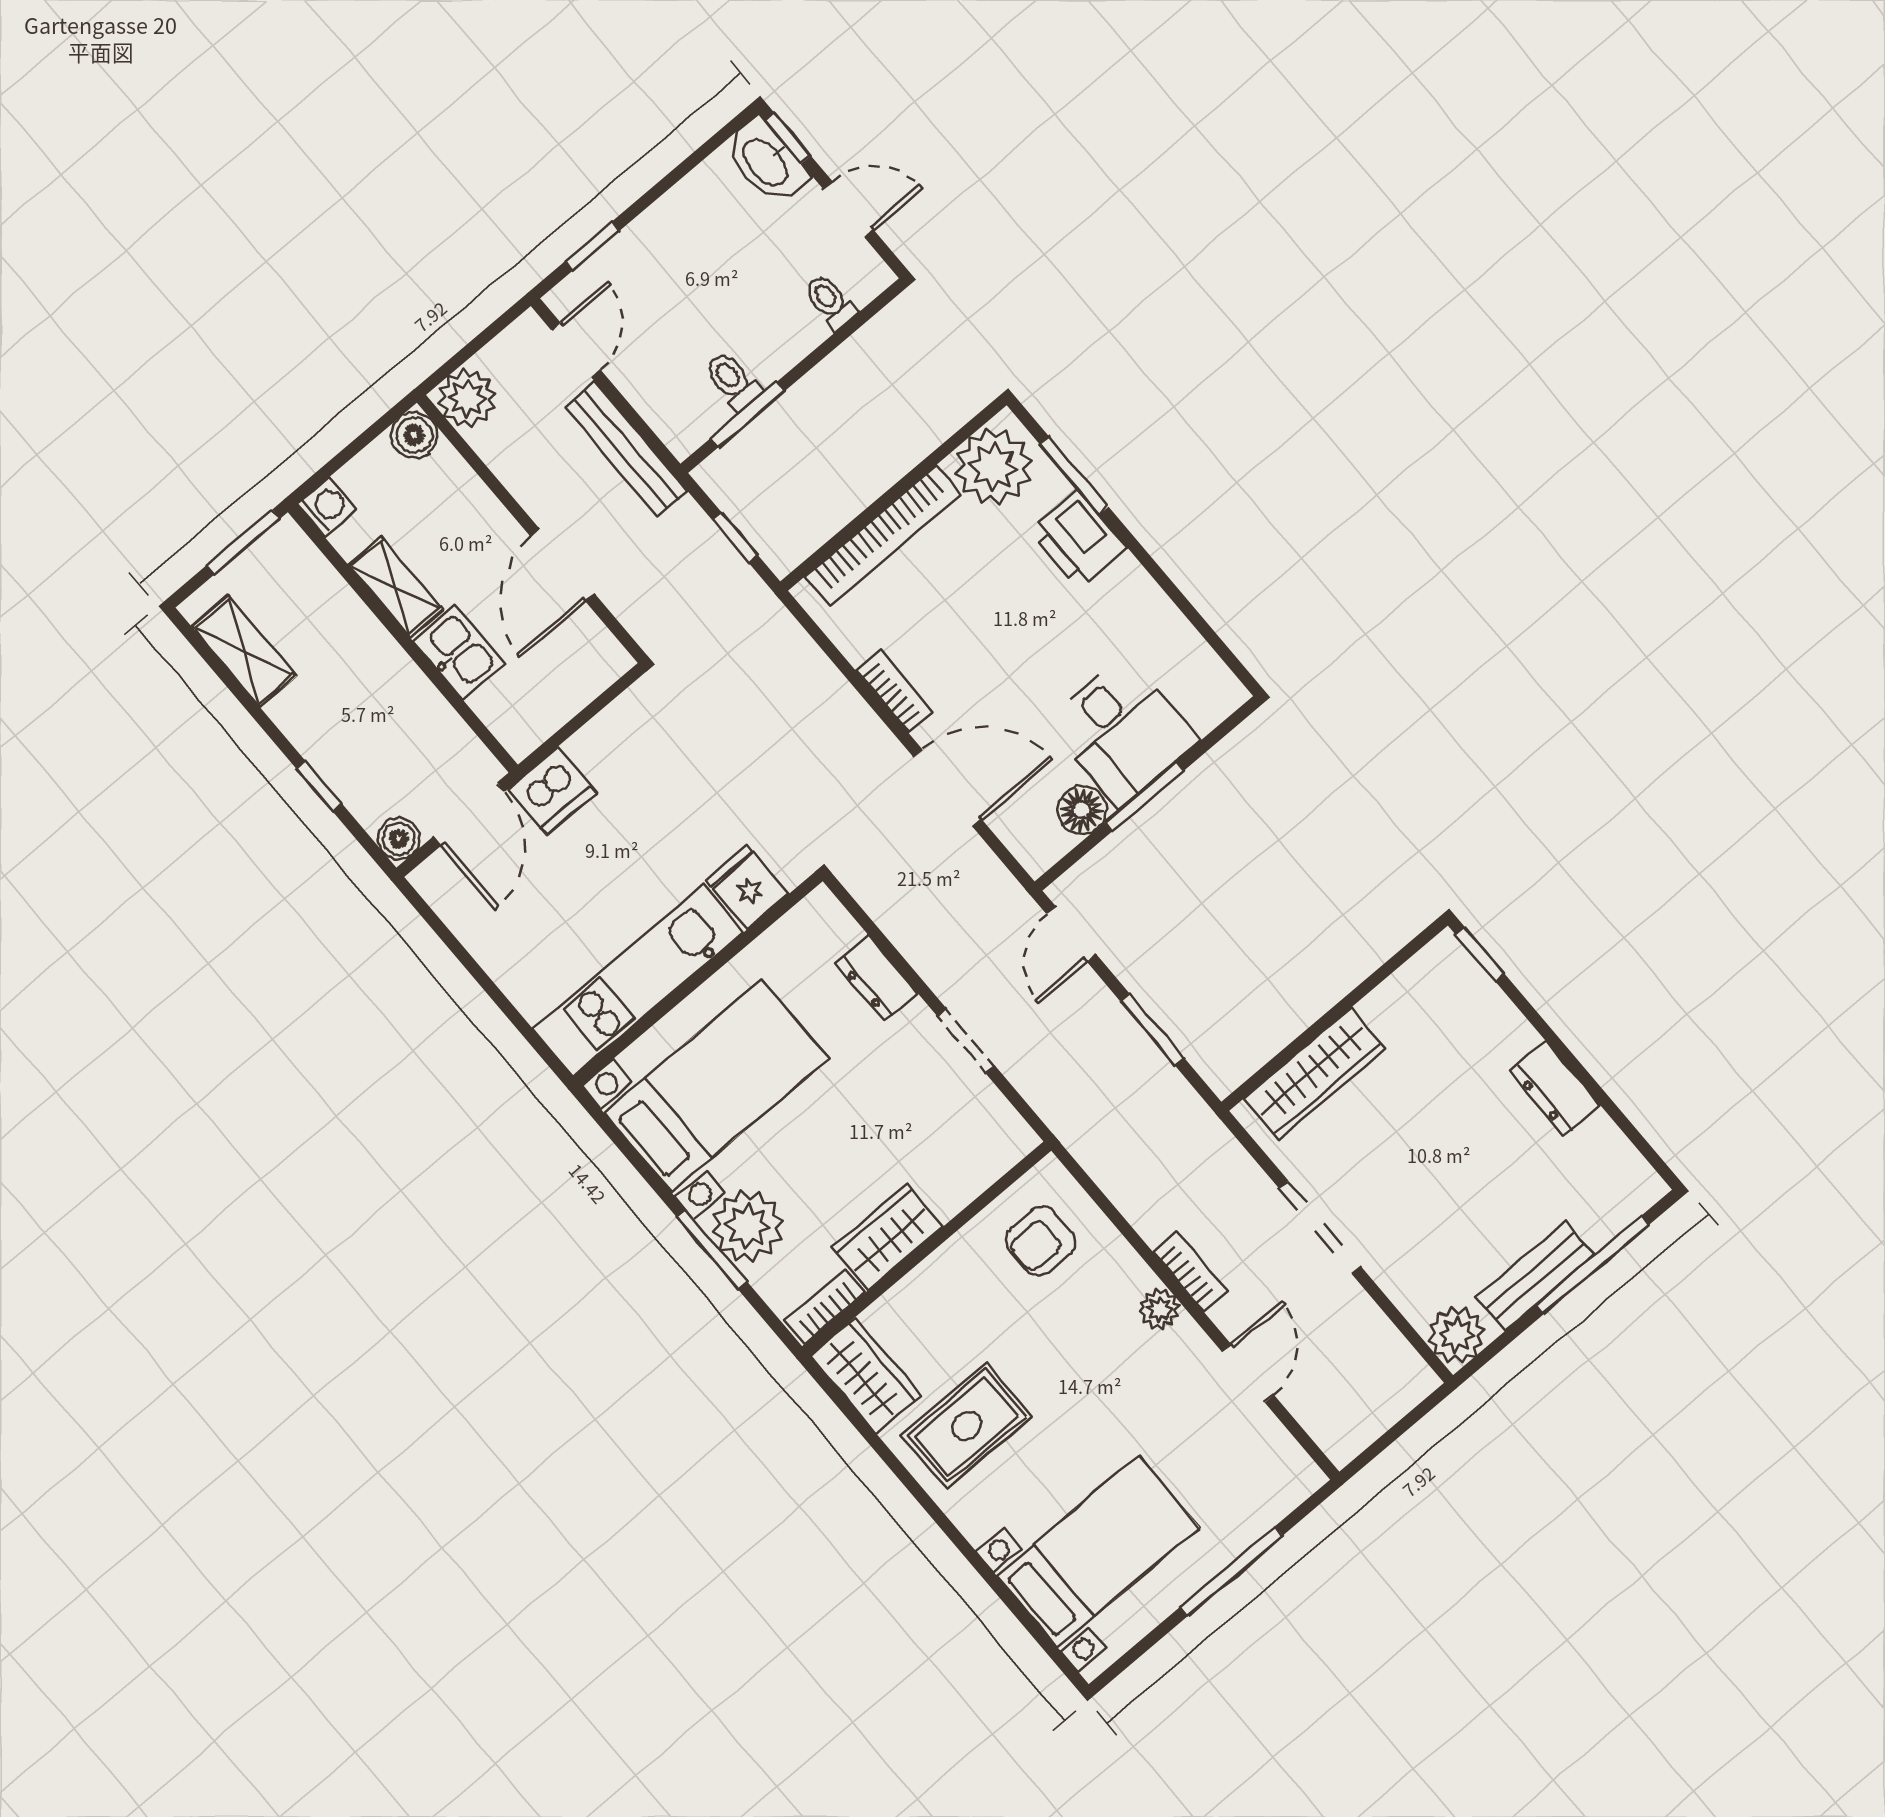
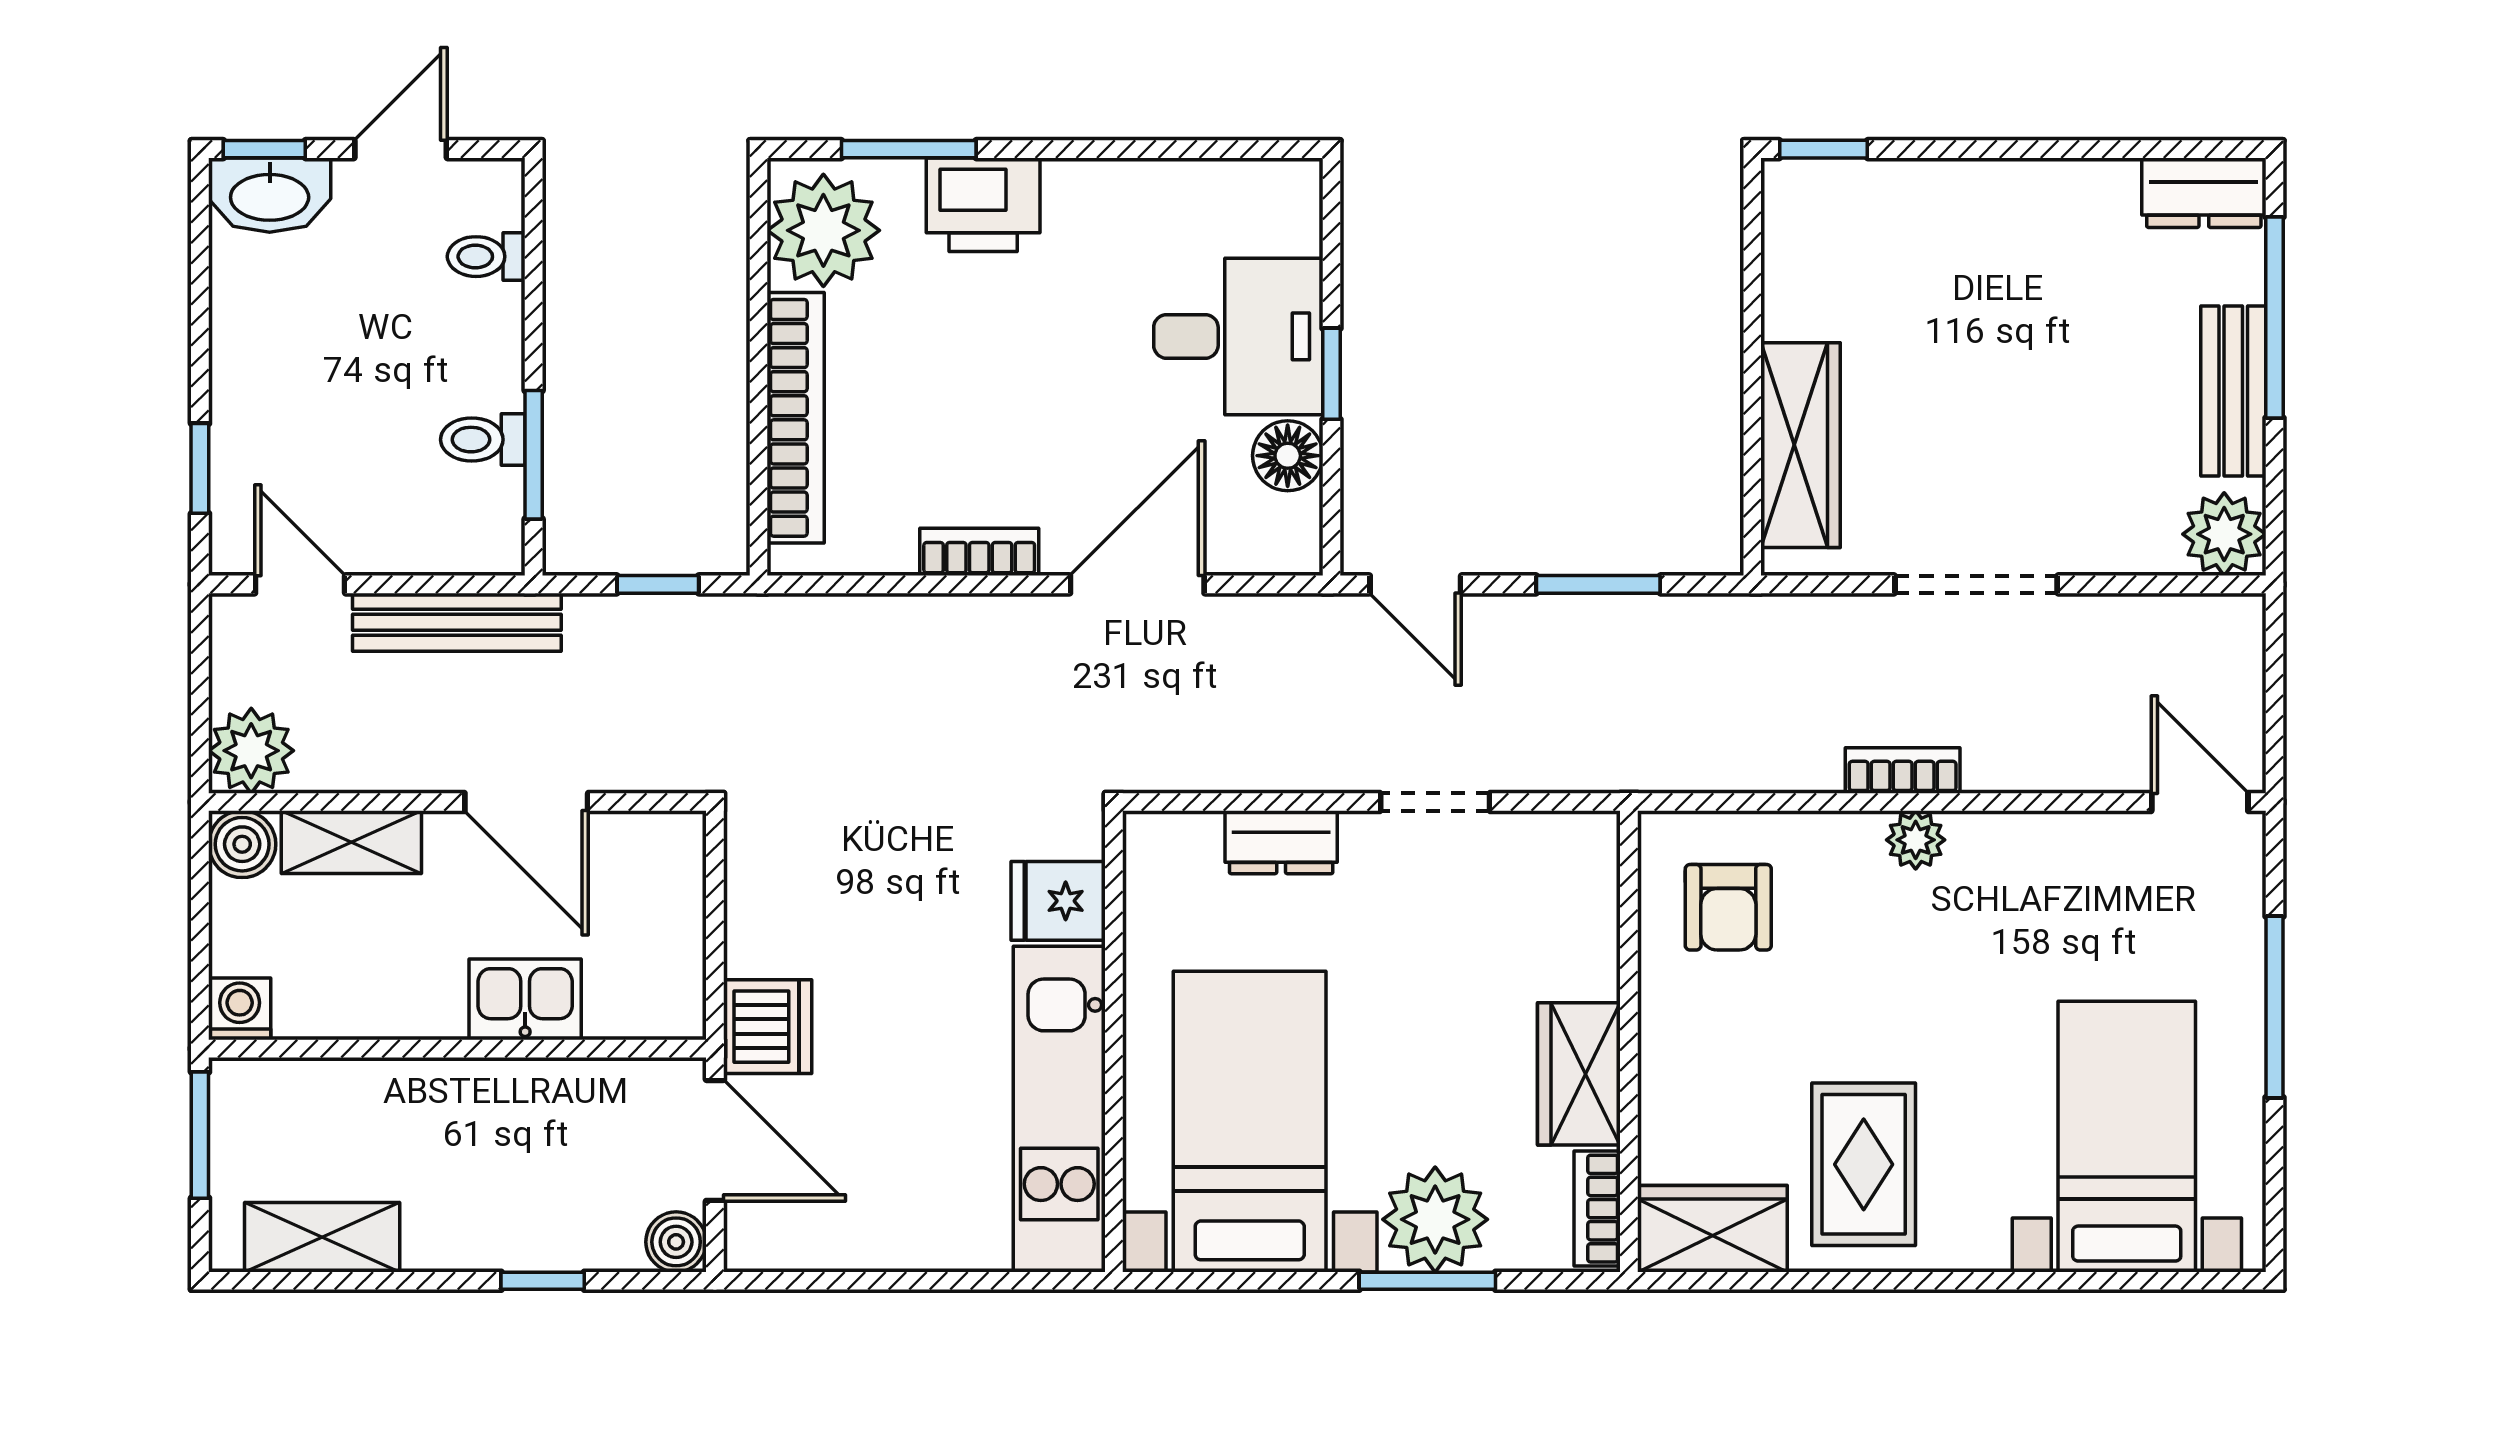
shelving: (395, 587) -> (351, 842), moved
window: (1144, 796) -> (1332, 374), width x0.67
dresser: (1555, 1088) -> (2204, 193), moved
door: (1248, 1373) -> (2200, 802), moved

